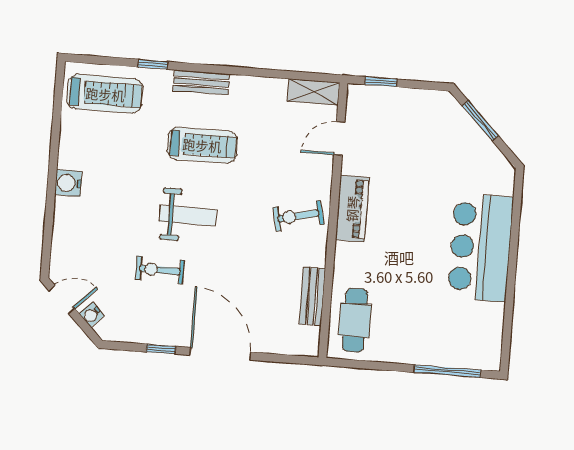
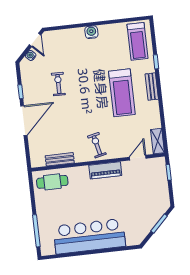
door: (339, 138) -> (138, 158), hinge flipped
treadmill: (202, 145) -> (122, 93), width x1.37, depth x1.38
weight bench: (188, 216) -> (87, 92), removed
bar counter: (480, 247) -> (89, 236), width x1.36

